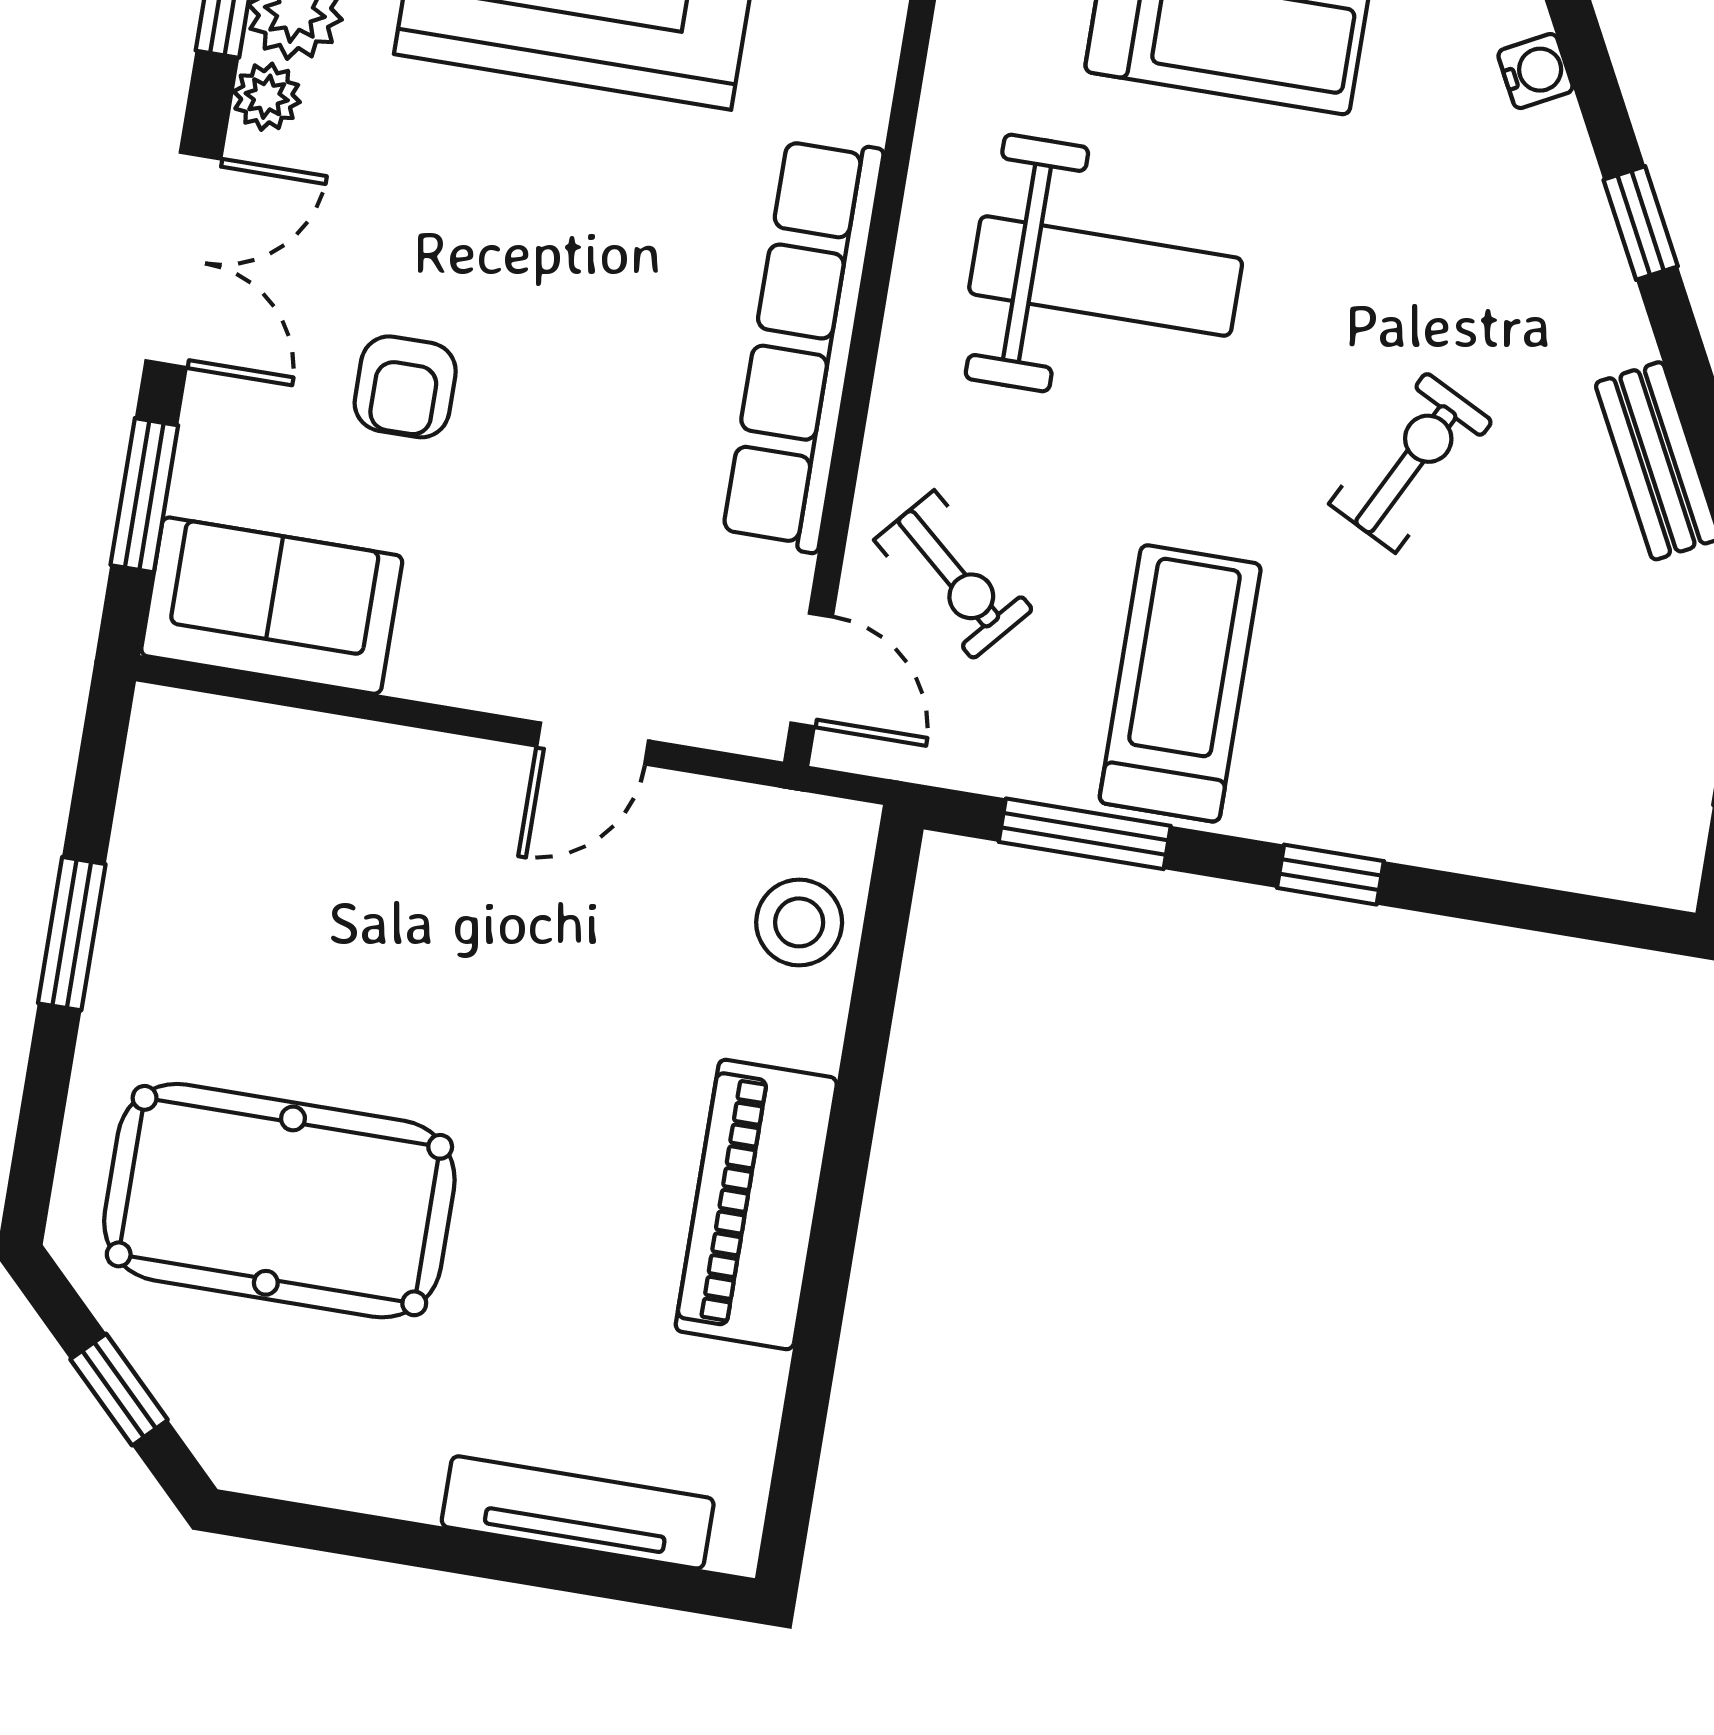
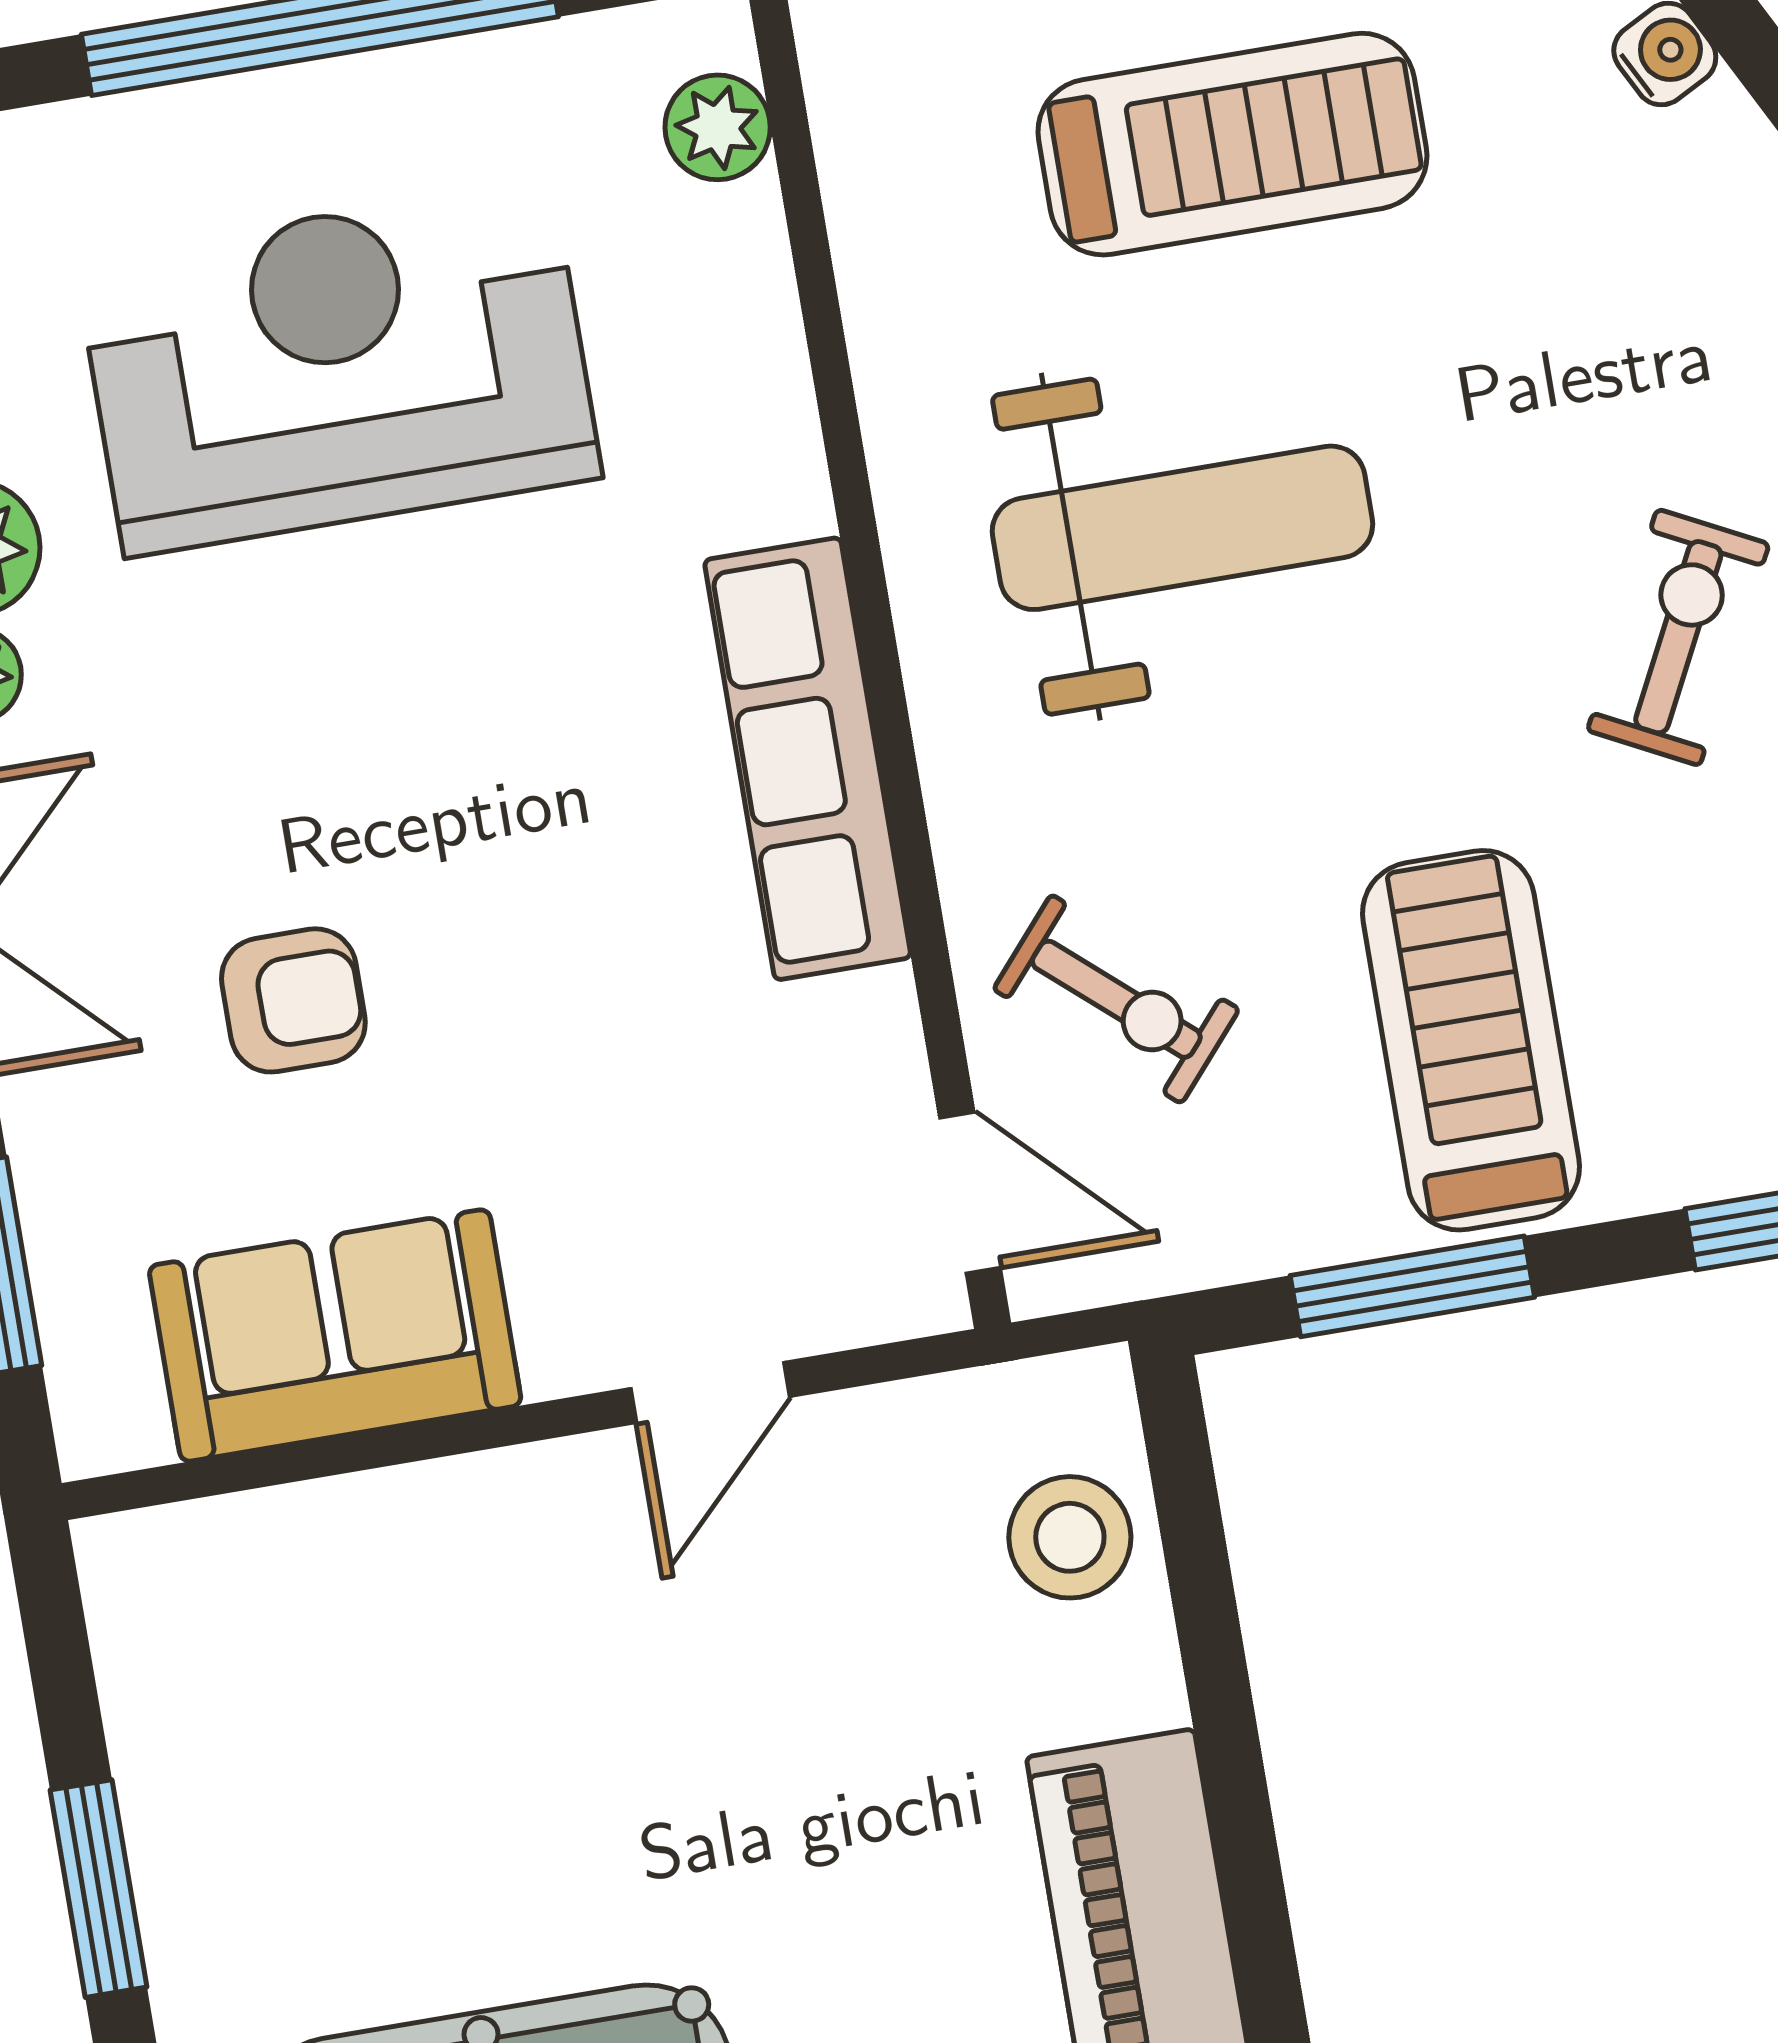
row of seats: (803, 344) -> (808, 759), width x0.73
armchair: (405, 387) -> (293, 1000), turned -90
sofa: (272, 606) -> (335, 1336), moved

